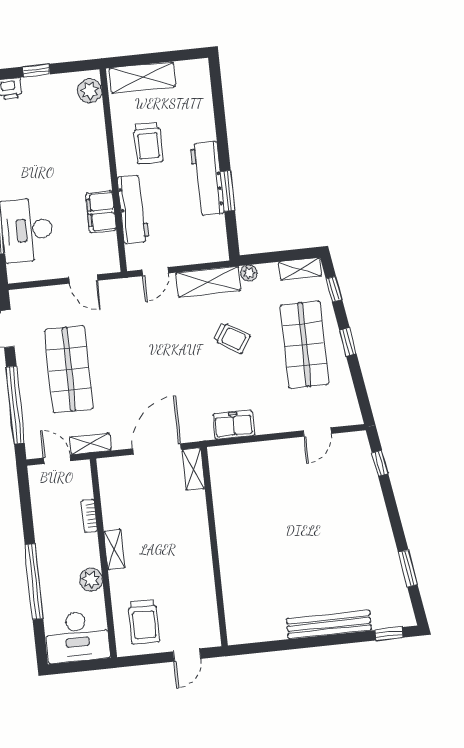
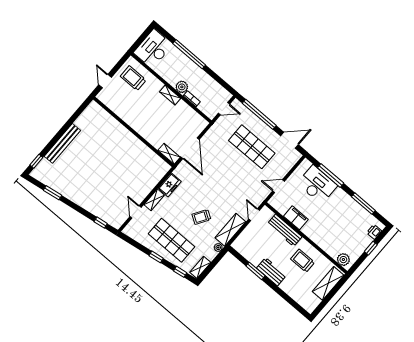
workbench: (207, 179) -> (272, 272), width x0.73
shelving: (90, 444) -> (154, 200), moved
plant: (91, 580) -> (182, 87), moved

